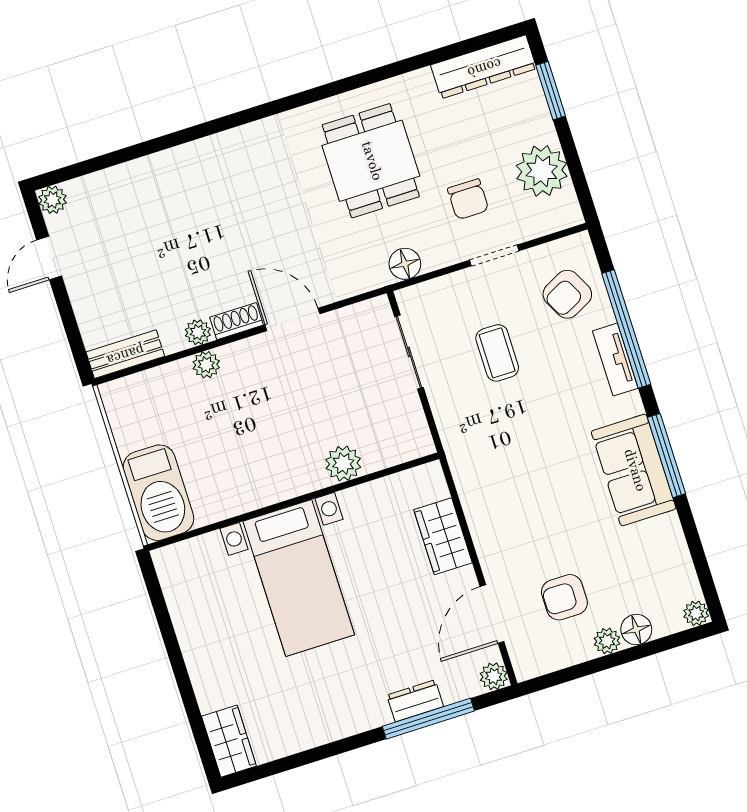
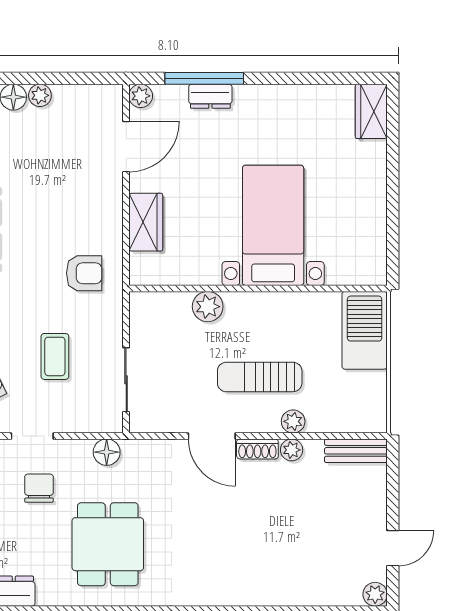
sun lounger: (260, 403) -> (260, 377), added
armchair: (564, 597) -> (84, 273), moved

